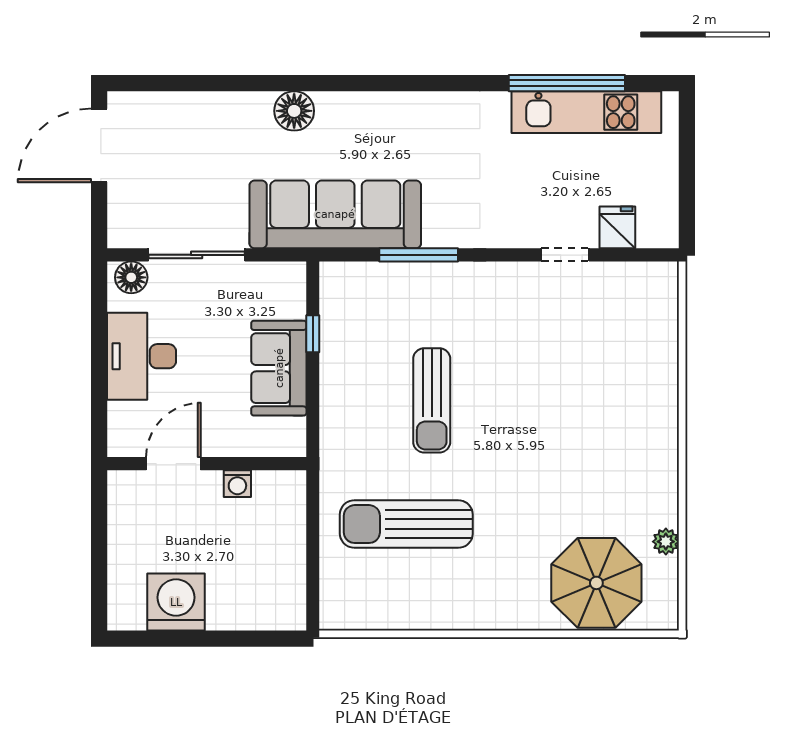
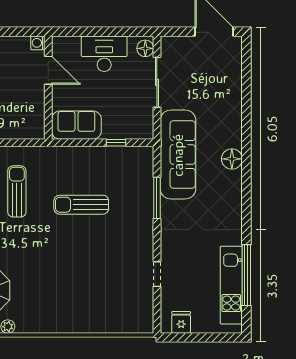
floor lamp: (294, 111) -> (232, 159), moved
fridge: (617, 227) -> (181, 322), moved, turned -90
sofa: (279, 368) -> (76, 125), moved
washing machine: (237, 484) -> (38, 43), moved
sun lounger: (406, 524) -> (17, 191), width x0.73, depth x0.75

